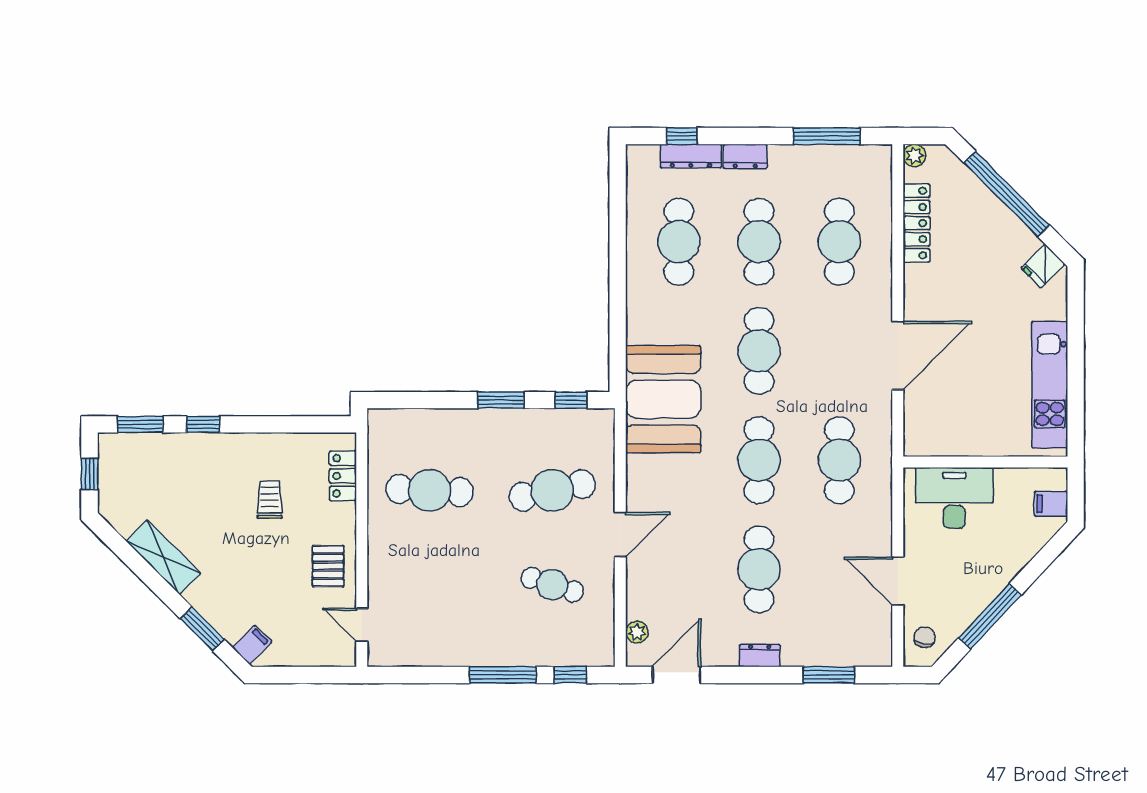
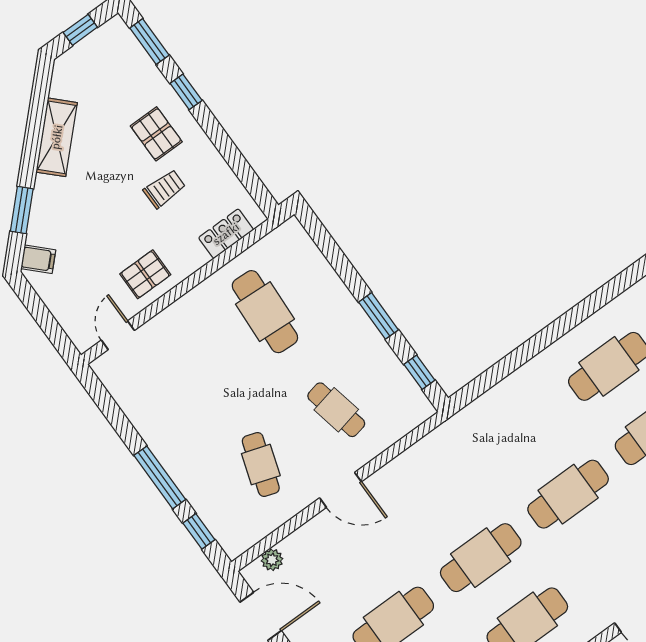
booth: (663, 399) -> (474, 445), removed
pallet: (220, 474) -> (156, 134), added
cafe table: (552, 490) -> (336, 410), width x0.73, depth x0.74

